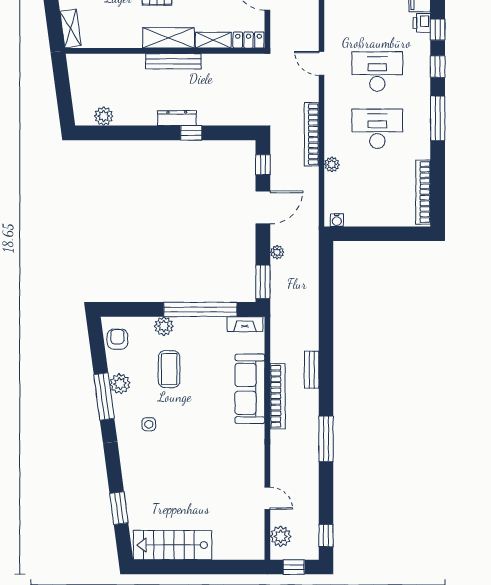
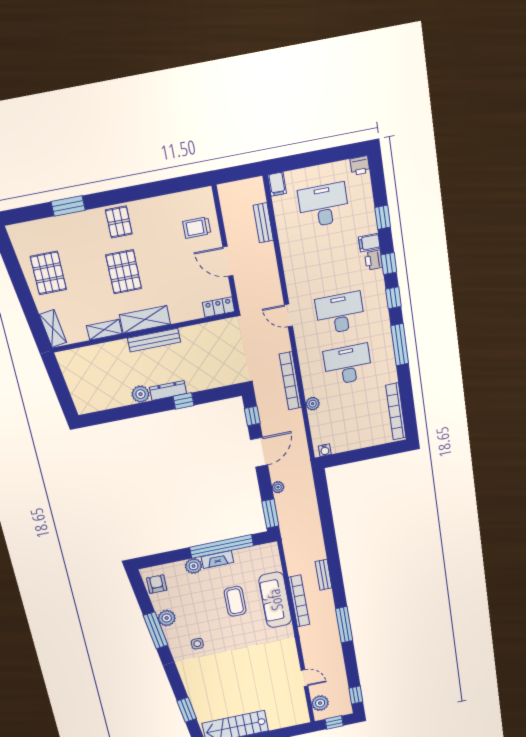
shelving: (213, 40) -> (104, 330), moved
plant: (104, 116) -> (141, 394), moved
fireplace: (245, 324) -> (217, 560), moved
coffee table: (169, 369) -> (235, 601), moved

